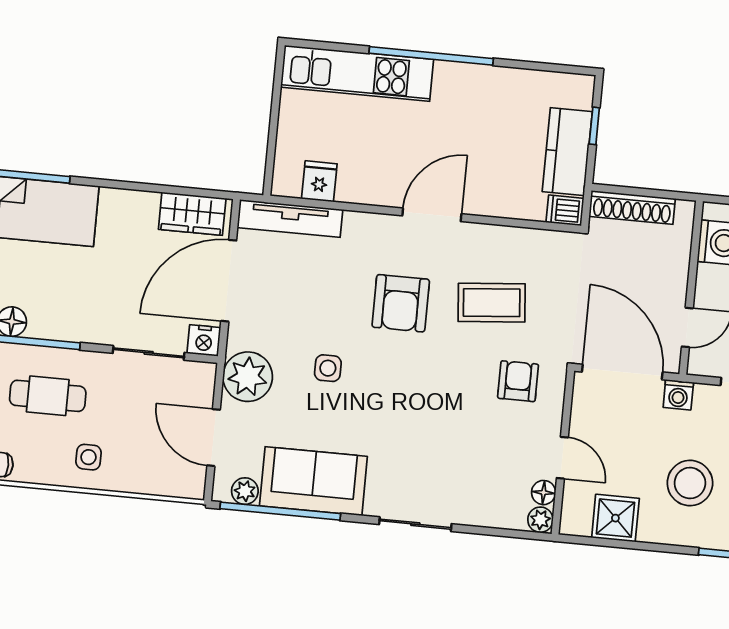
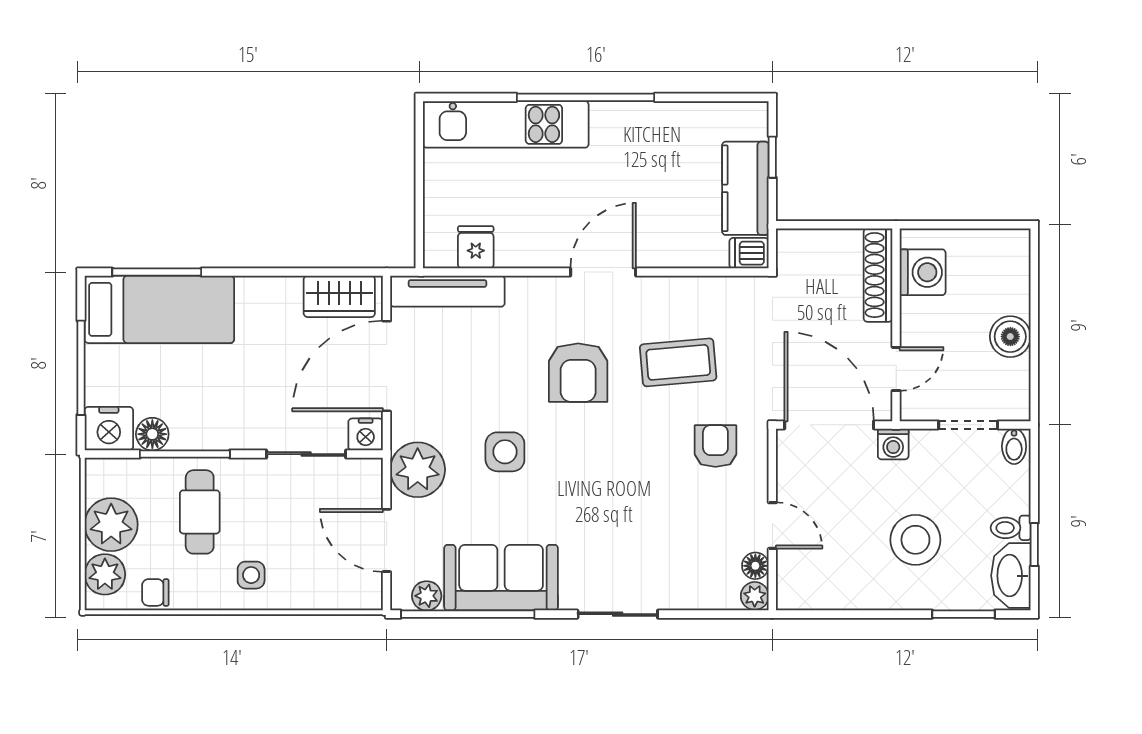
shoe rack: (632, 207) -> (878, 275), moved, turned 90
side table: (328, 368) -> (505, 452), width x1.37, depth x1.37
cafe table: (48, 396) -> (200, 512), turned 90
shower: (615, 518) -> (837, 586), removed

